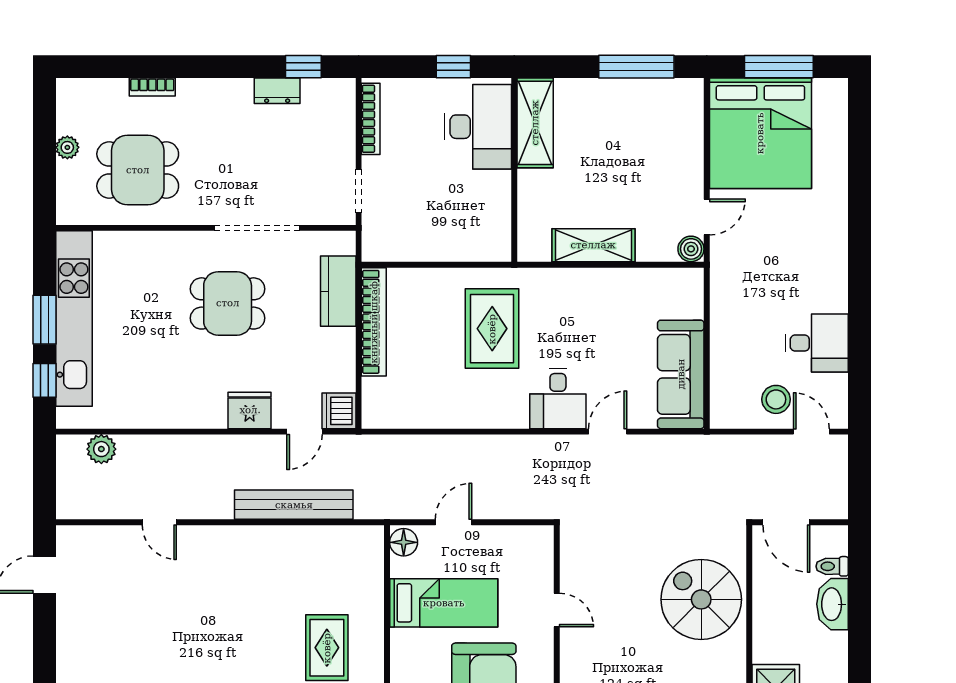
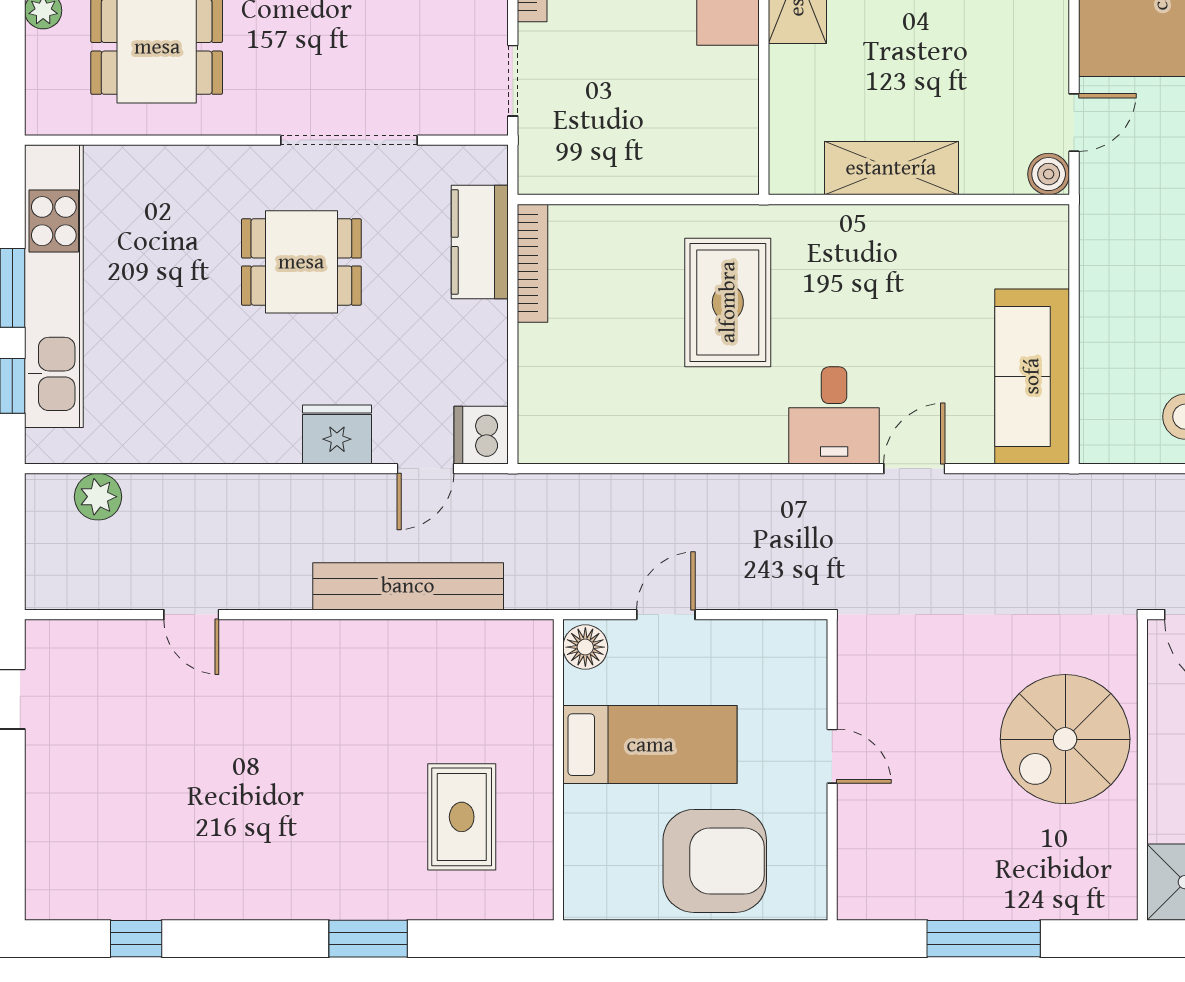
bookcase: (374, 322) -> (532, 263), width x0.68, depth x0.76
spiral stairs: (701, 599) -> (1065, 739), turned -90

